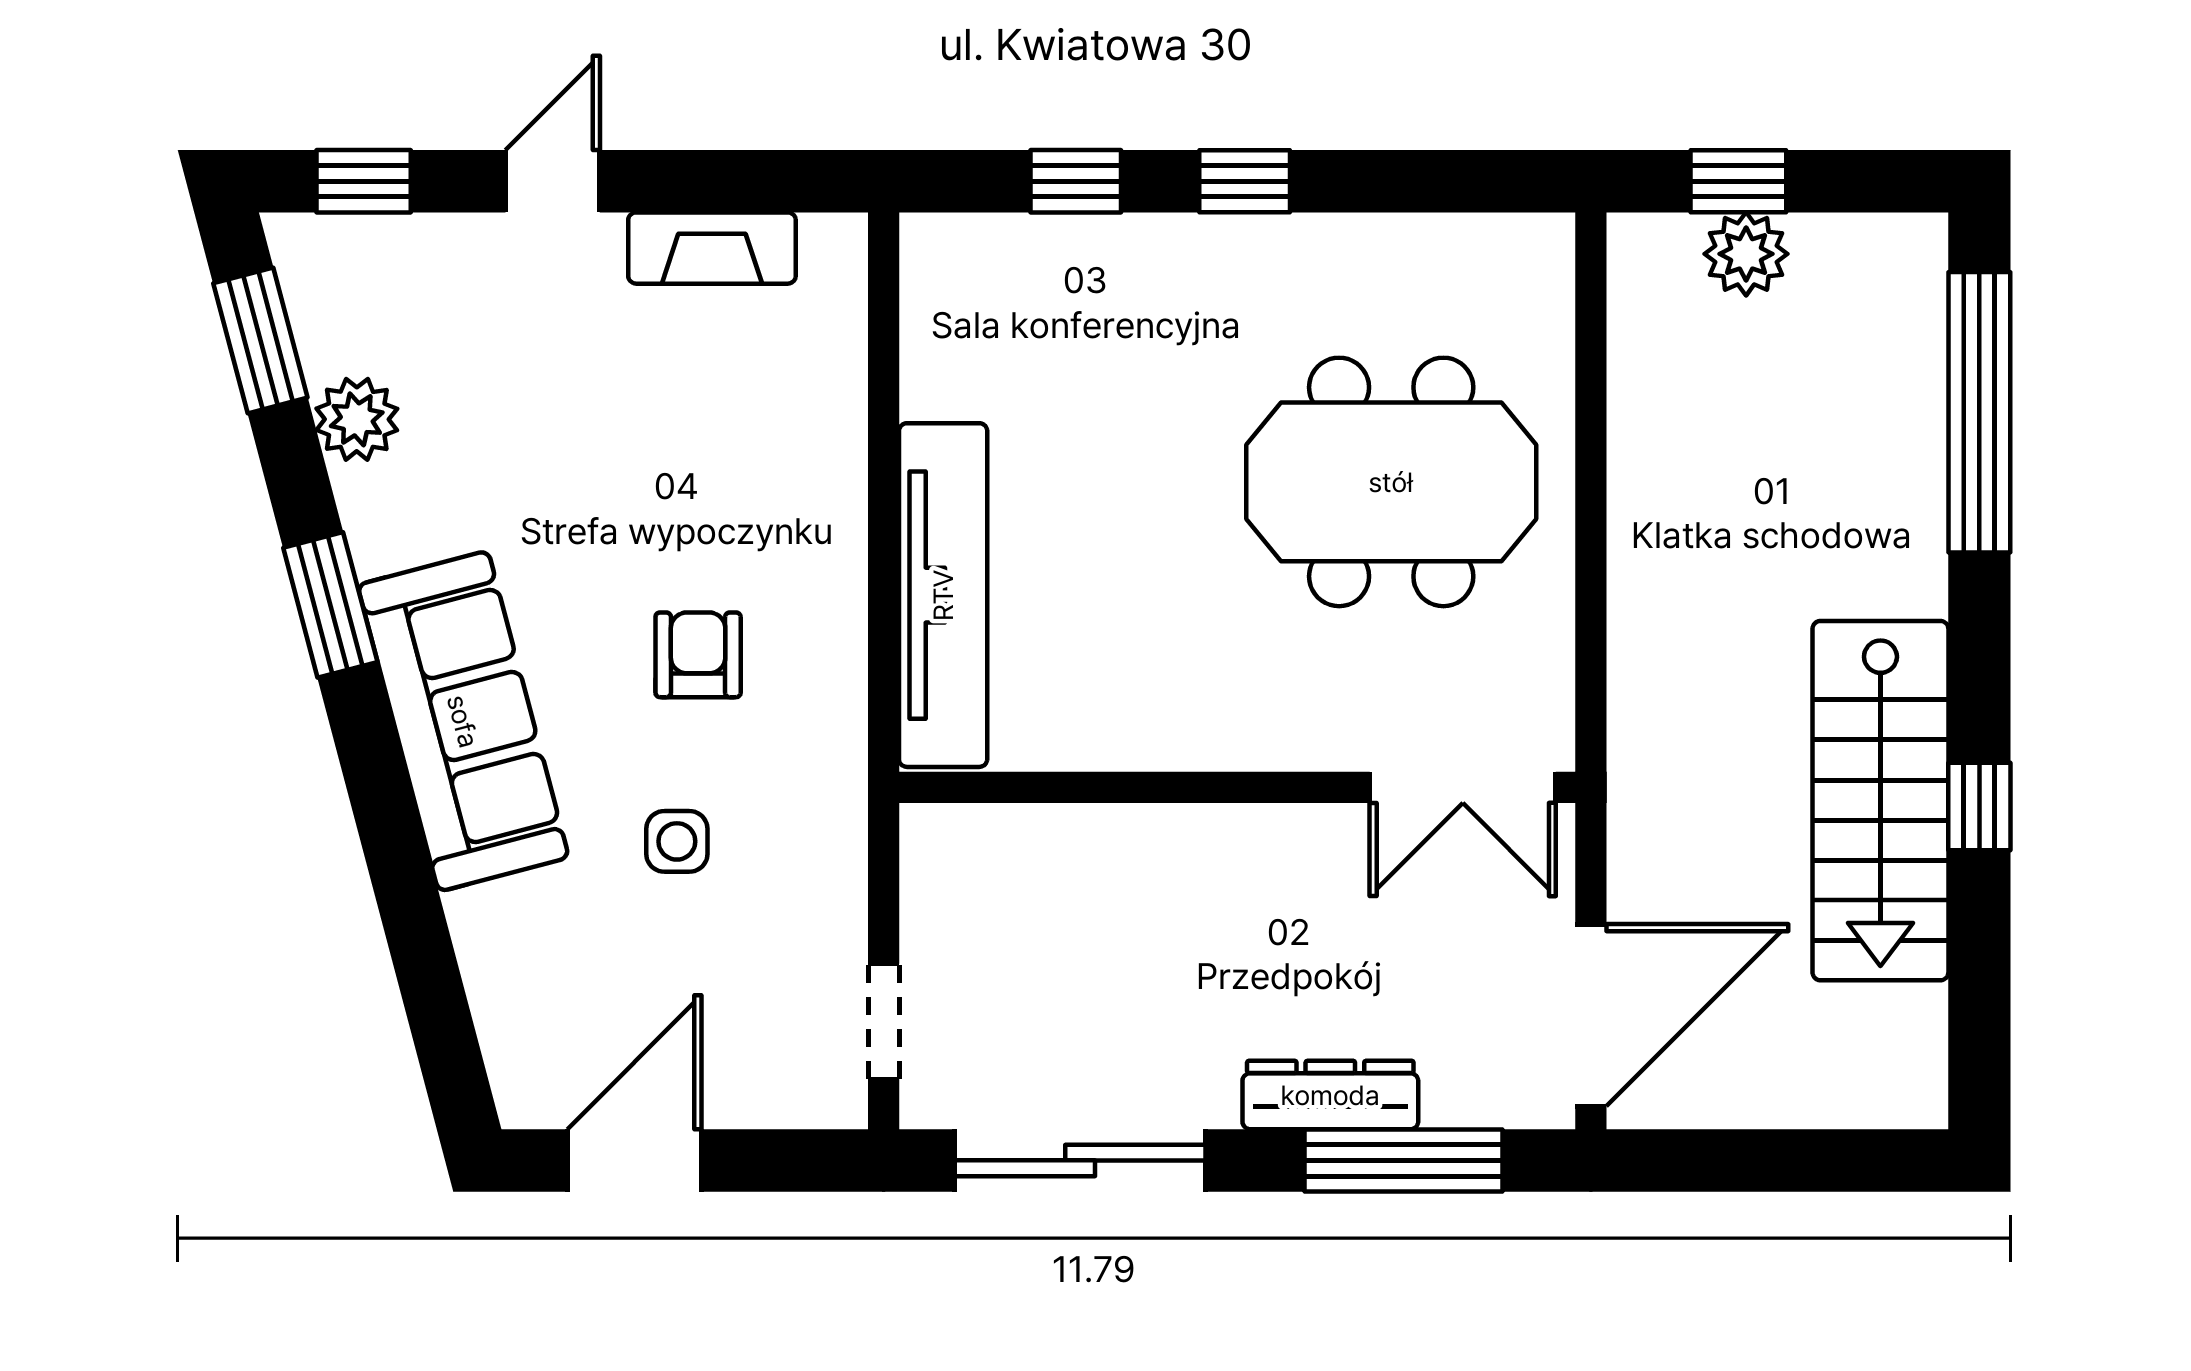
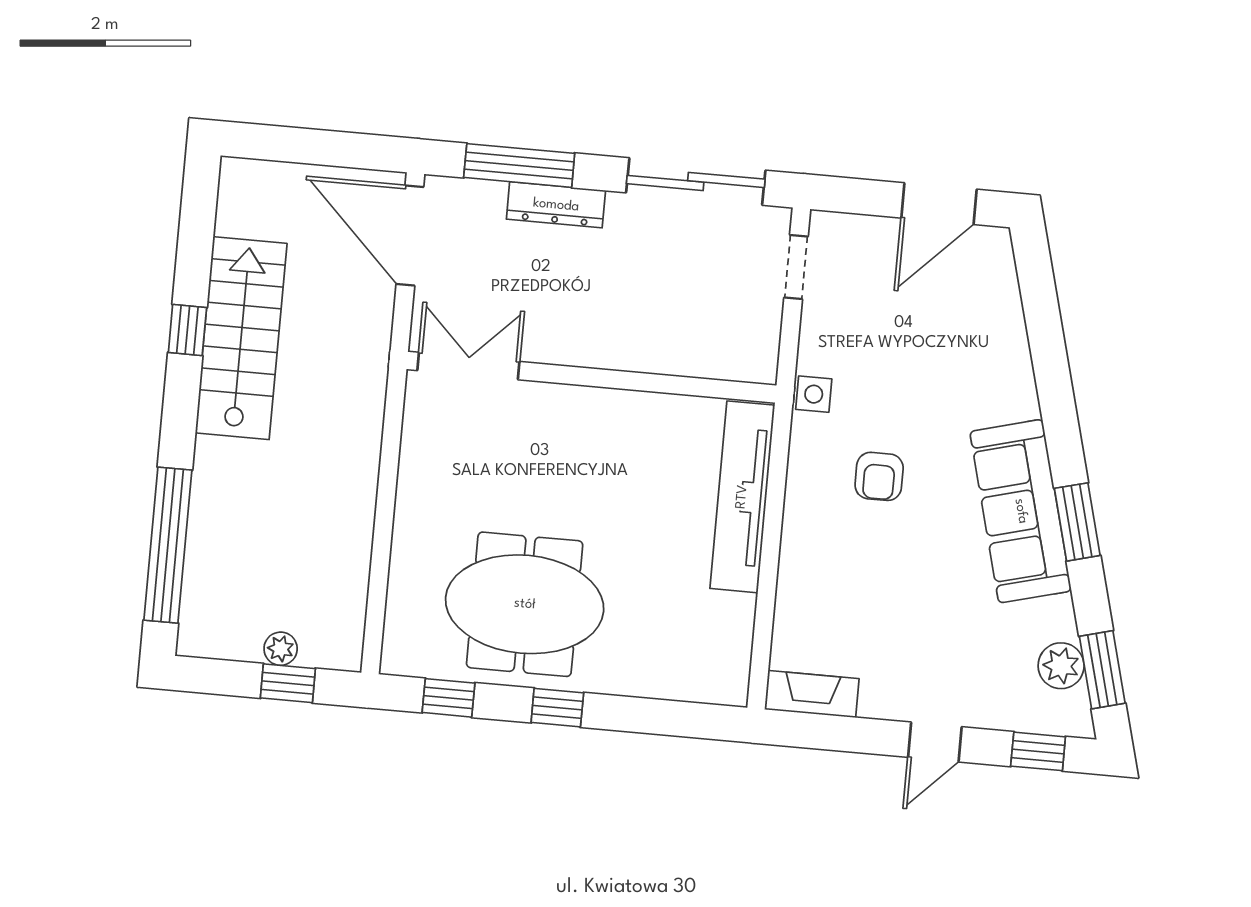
window: (1076, 181) -> (449, 698), moved
fireplace: (712, 248) -> (812, 694), moved
plant: (1746, 254) -> (281, 649), width x0.73, depth x0.73
plant: (357, 419) -> (1061, 666), moved
meeting table: (1391, 482) -> (525, 604), moved
sofa: (463, 721) -> (1021, 511), moved
side table: (677, 841) -> (814, 394), moved
door: (1591, 1015) -> (410, 236), hinge flipped

